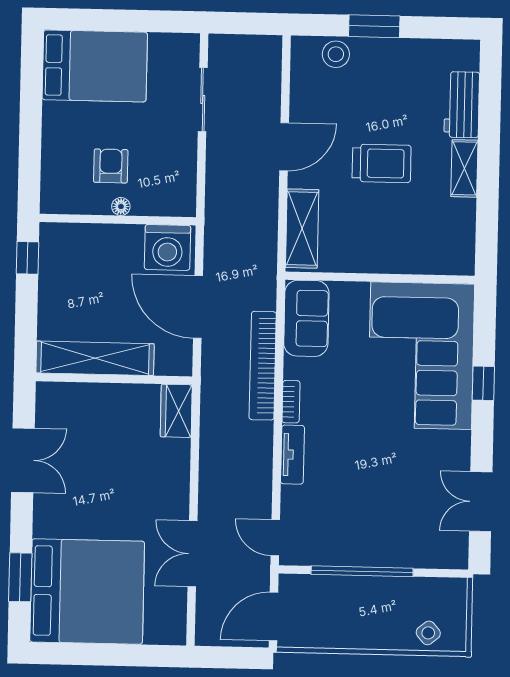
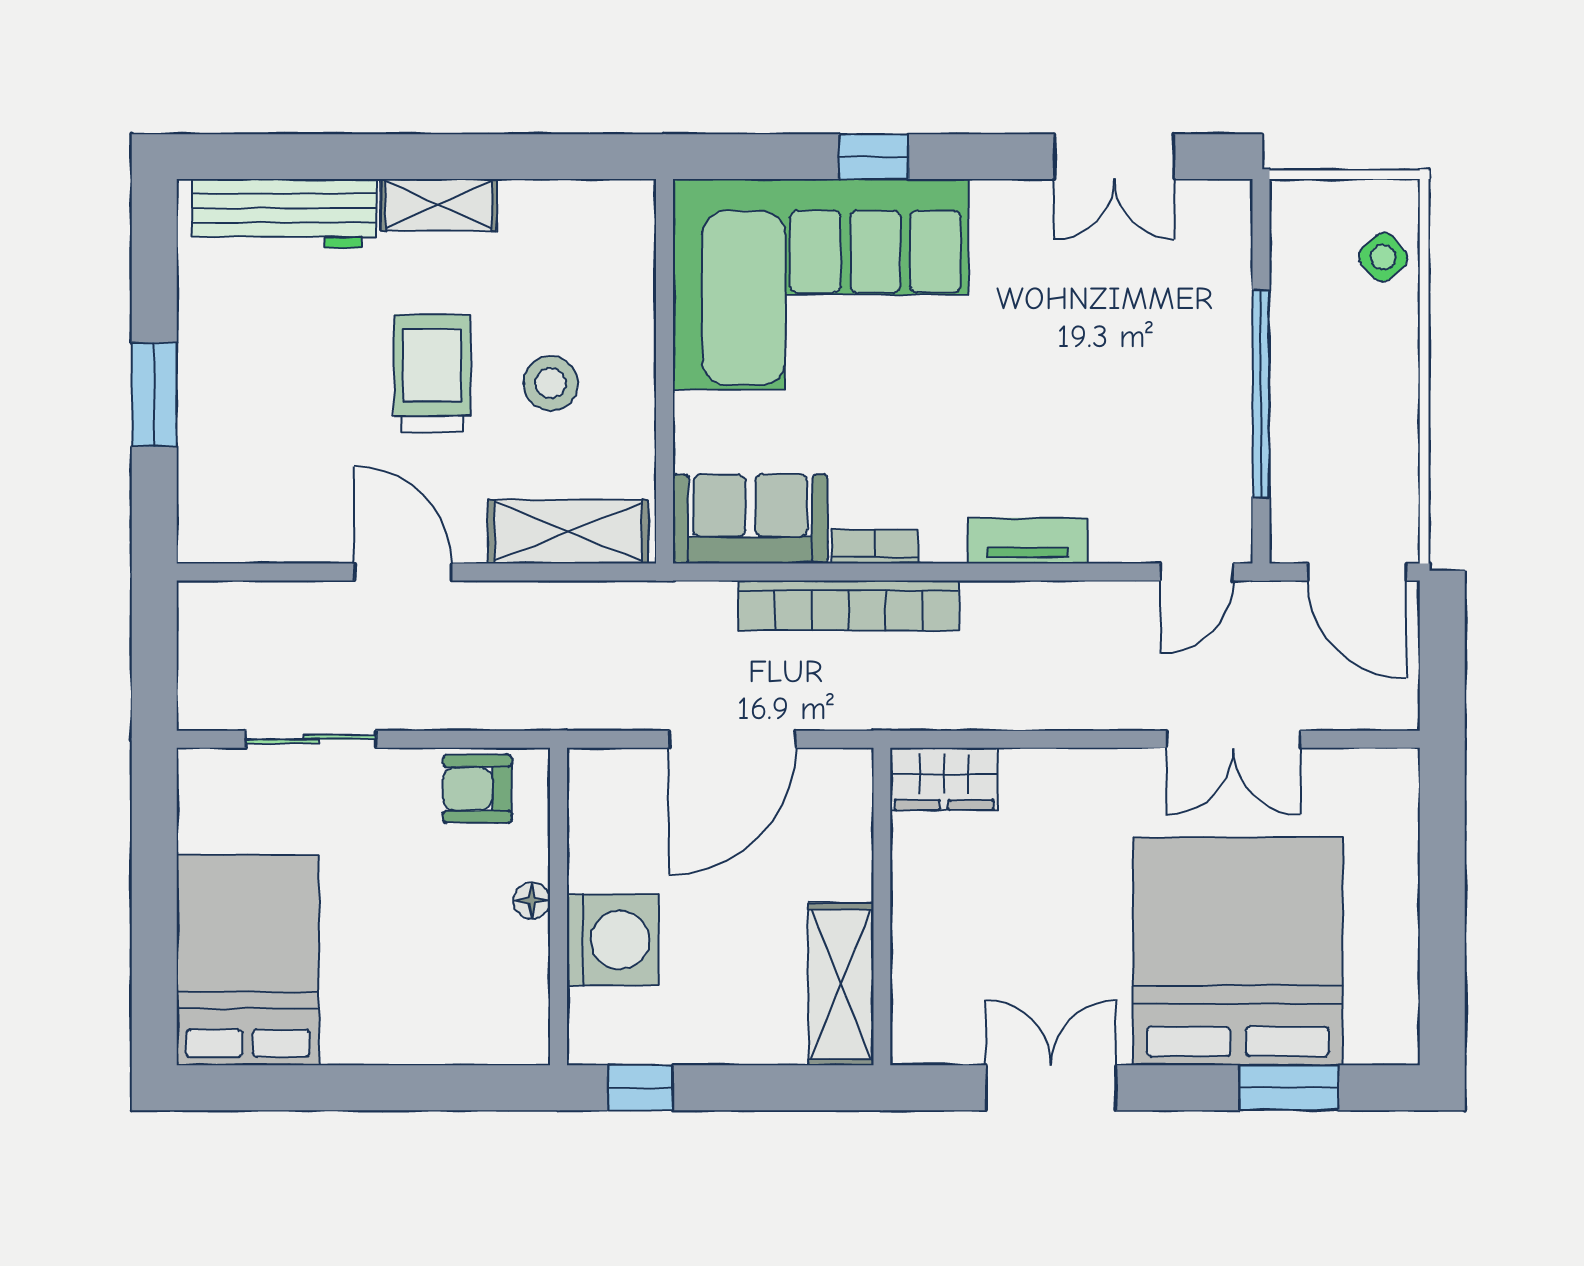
stool: (336, 54) -> (551, 383), moved
workbench: (462, 105) -> (284, 214), width x1.38
armchair: (111, 166) -> (477, 789), moved
washing machine: (167, 247) -> (613, 940), moved
shelving: (95, 358) -> (841, 984), width x0.68
bookcase: (291, 402) -> (875, 546), moved
bed: (87, 592) -> (1238, 951), moved

